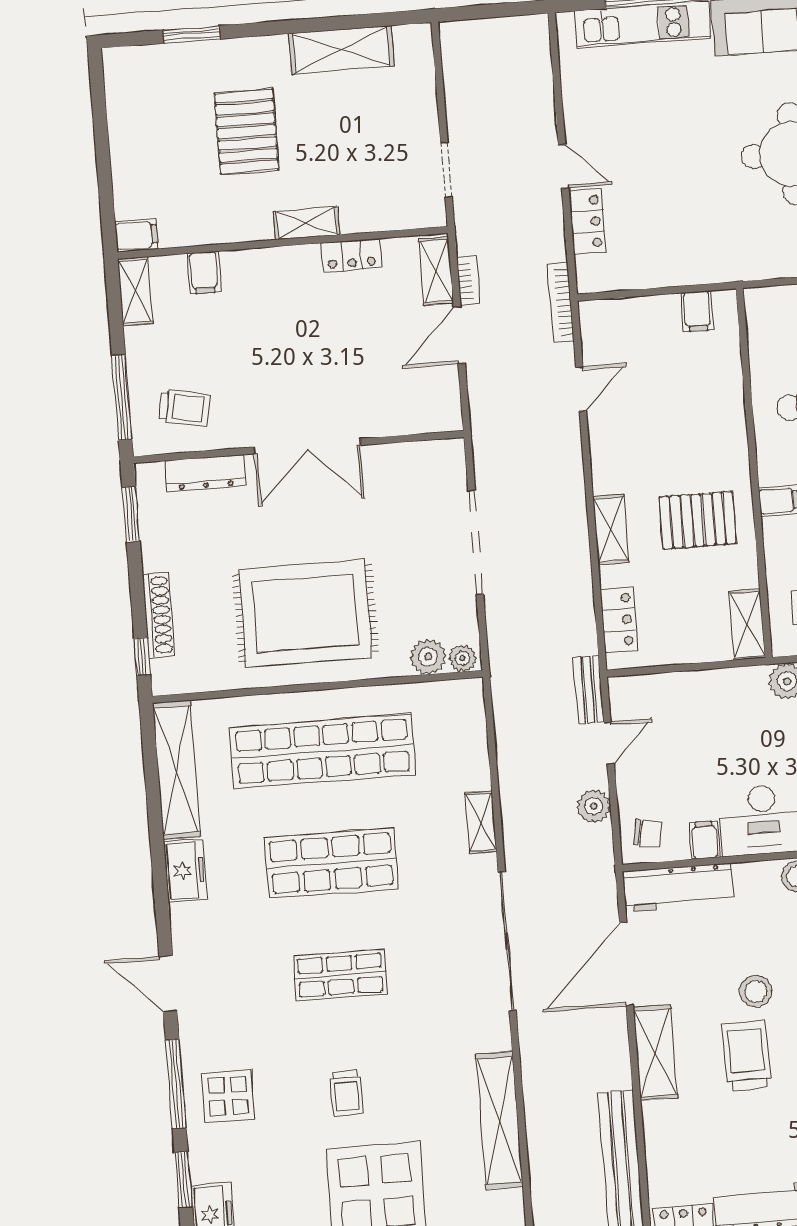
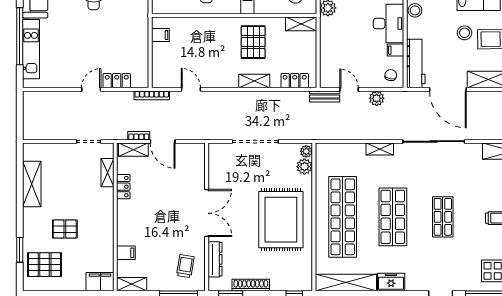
pallet: (163, 93) -> (45, 265), added
pallet: (247, 132) -> (65, 229), width x0.67, depth x0.71
shelving: (306, 223) -> (107, 173), moved
filing cabinet: (136, 235) -> (100, 282), width x2.00
shoe rack: (158, 615) -> (251, 285), moved

